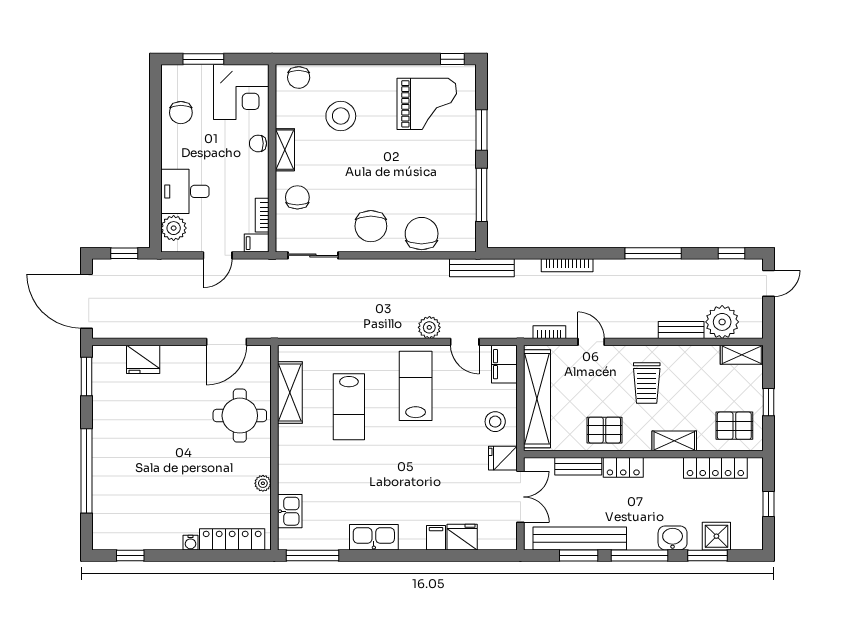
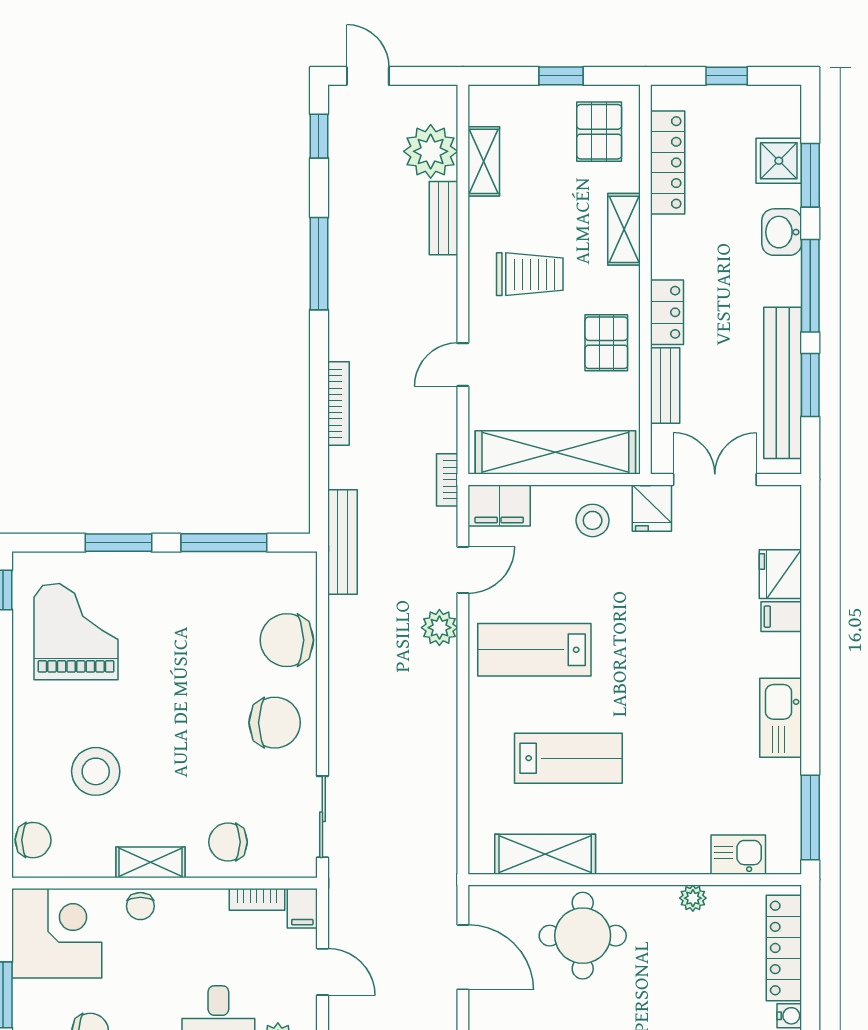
bookcase: (549, 332) -> (447, 480), moved
shelving: (742, 355) -> (484, 161), moved

